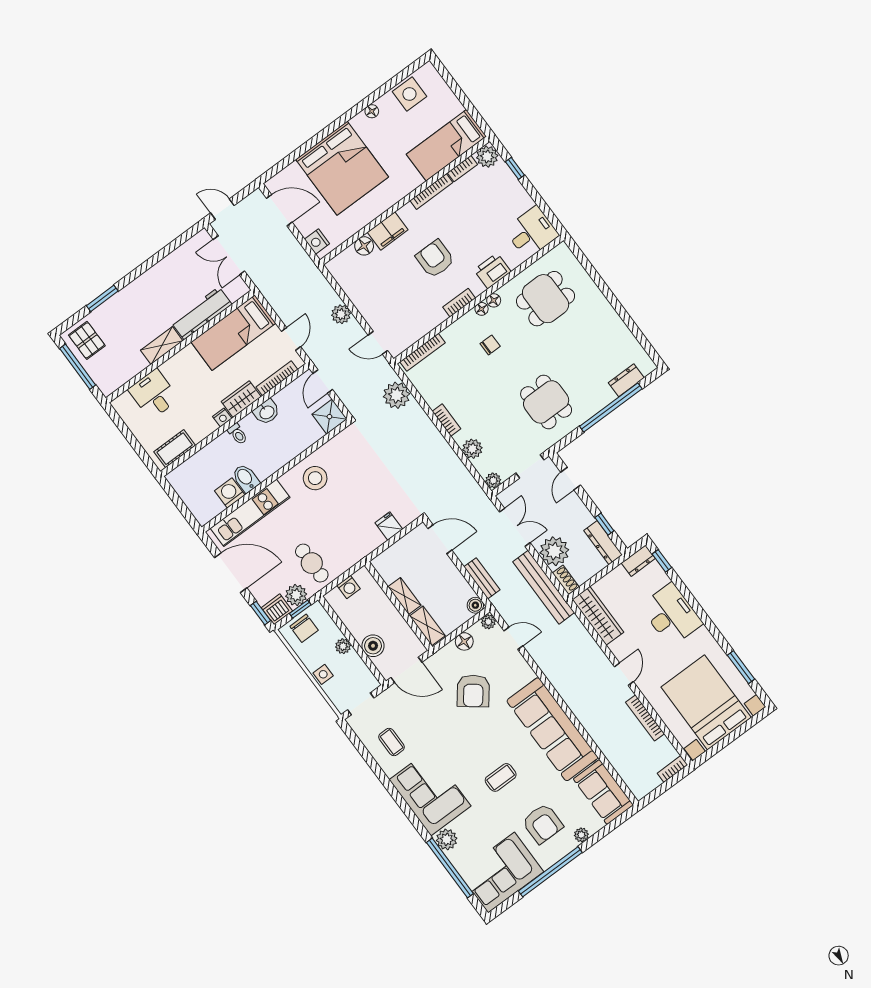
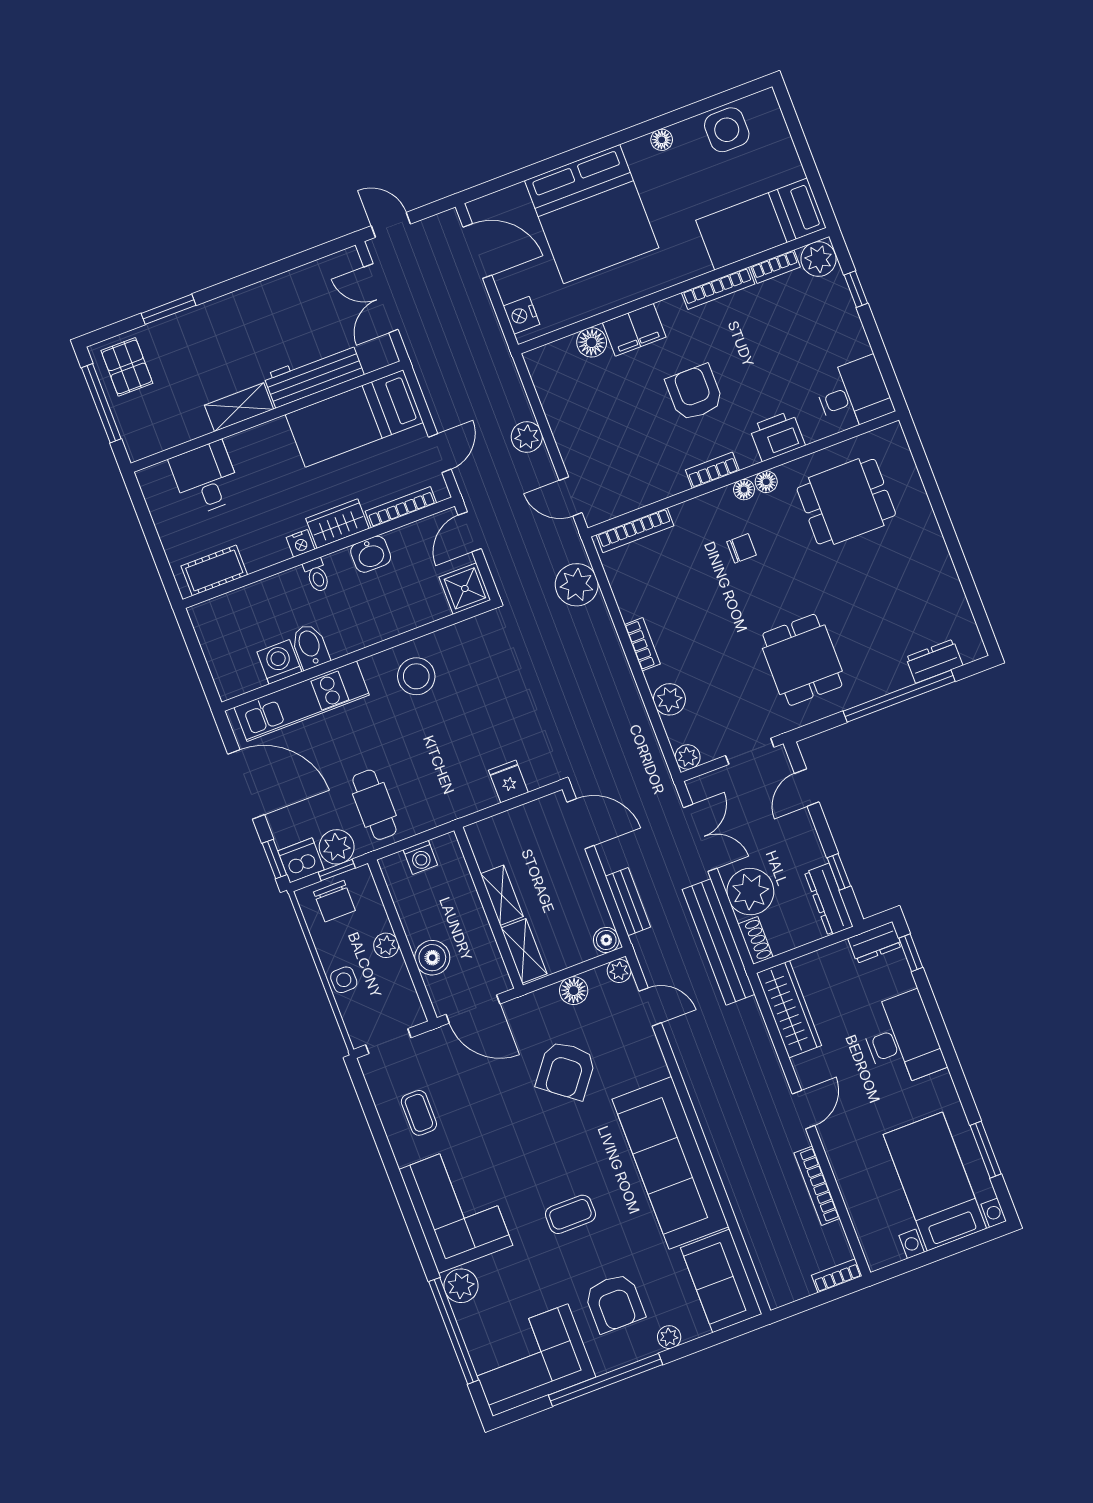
bed with nightstands: (706, 702) -> (935, 1182), width x0.73

